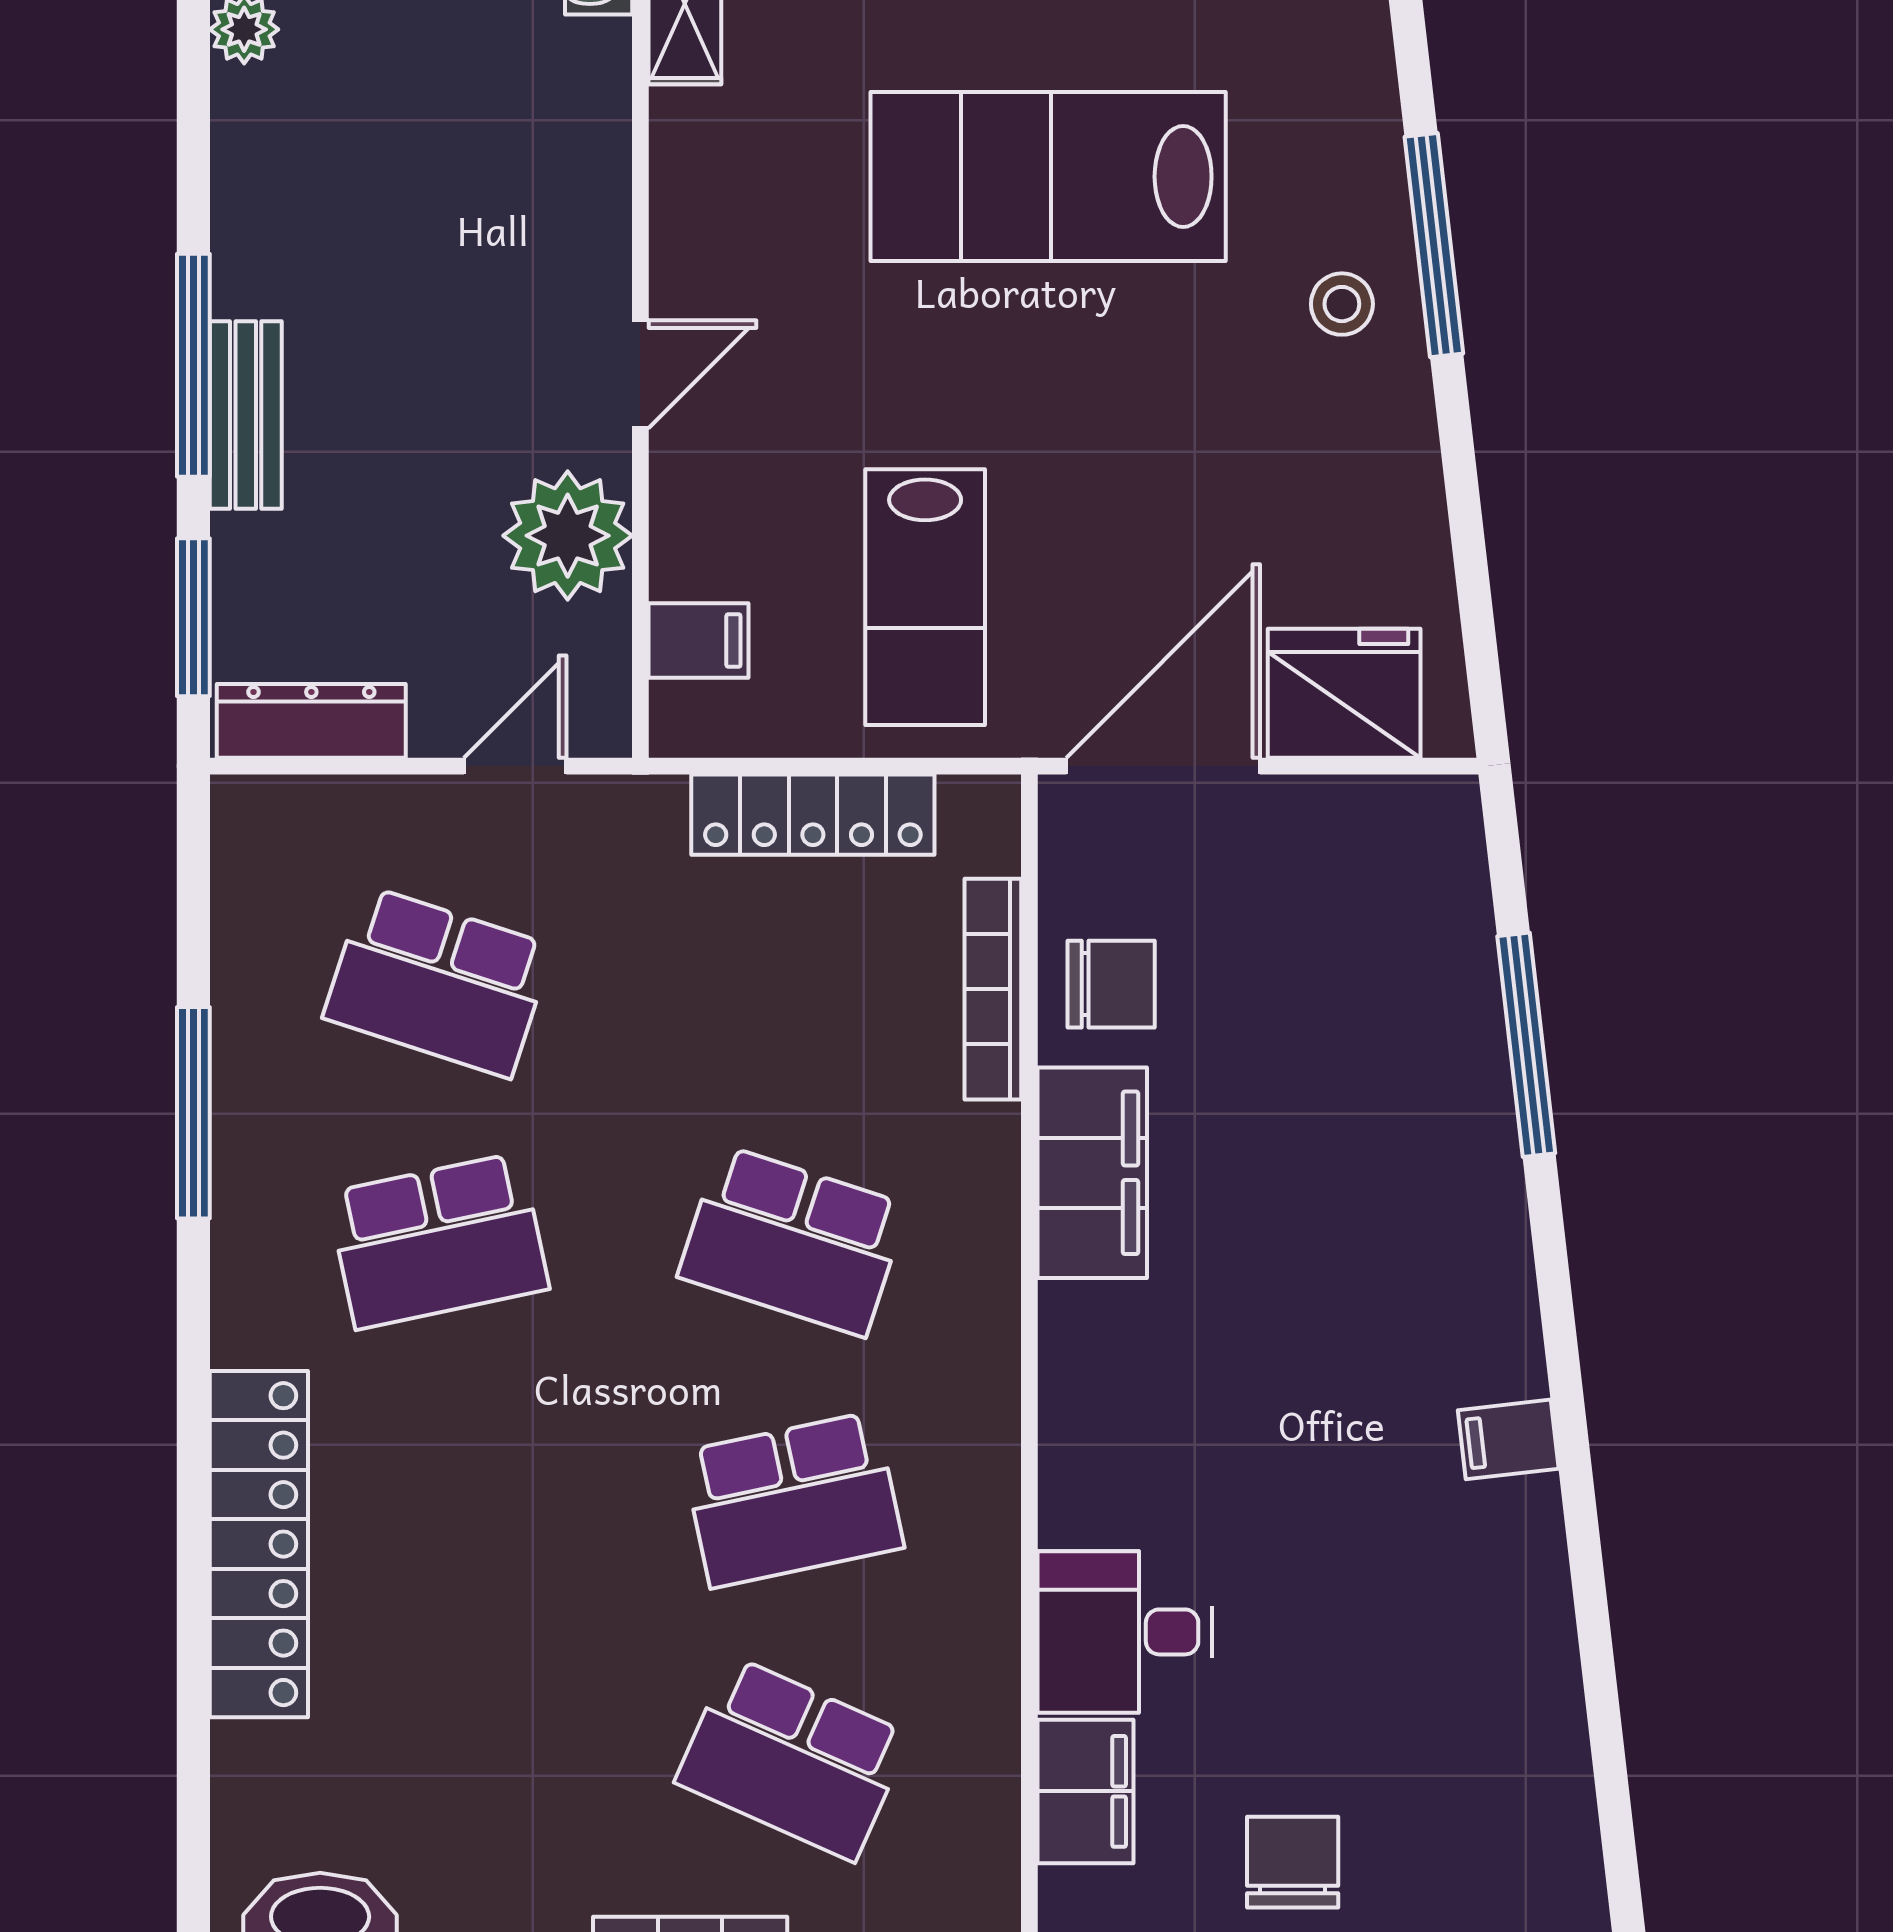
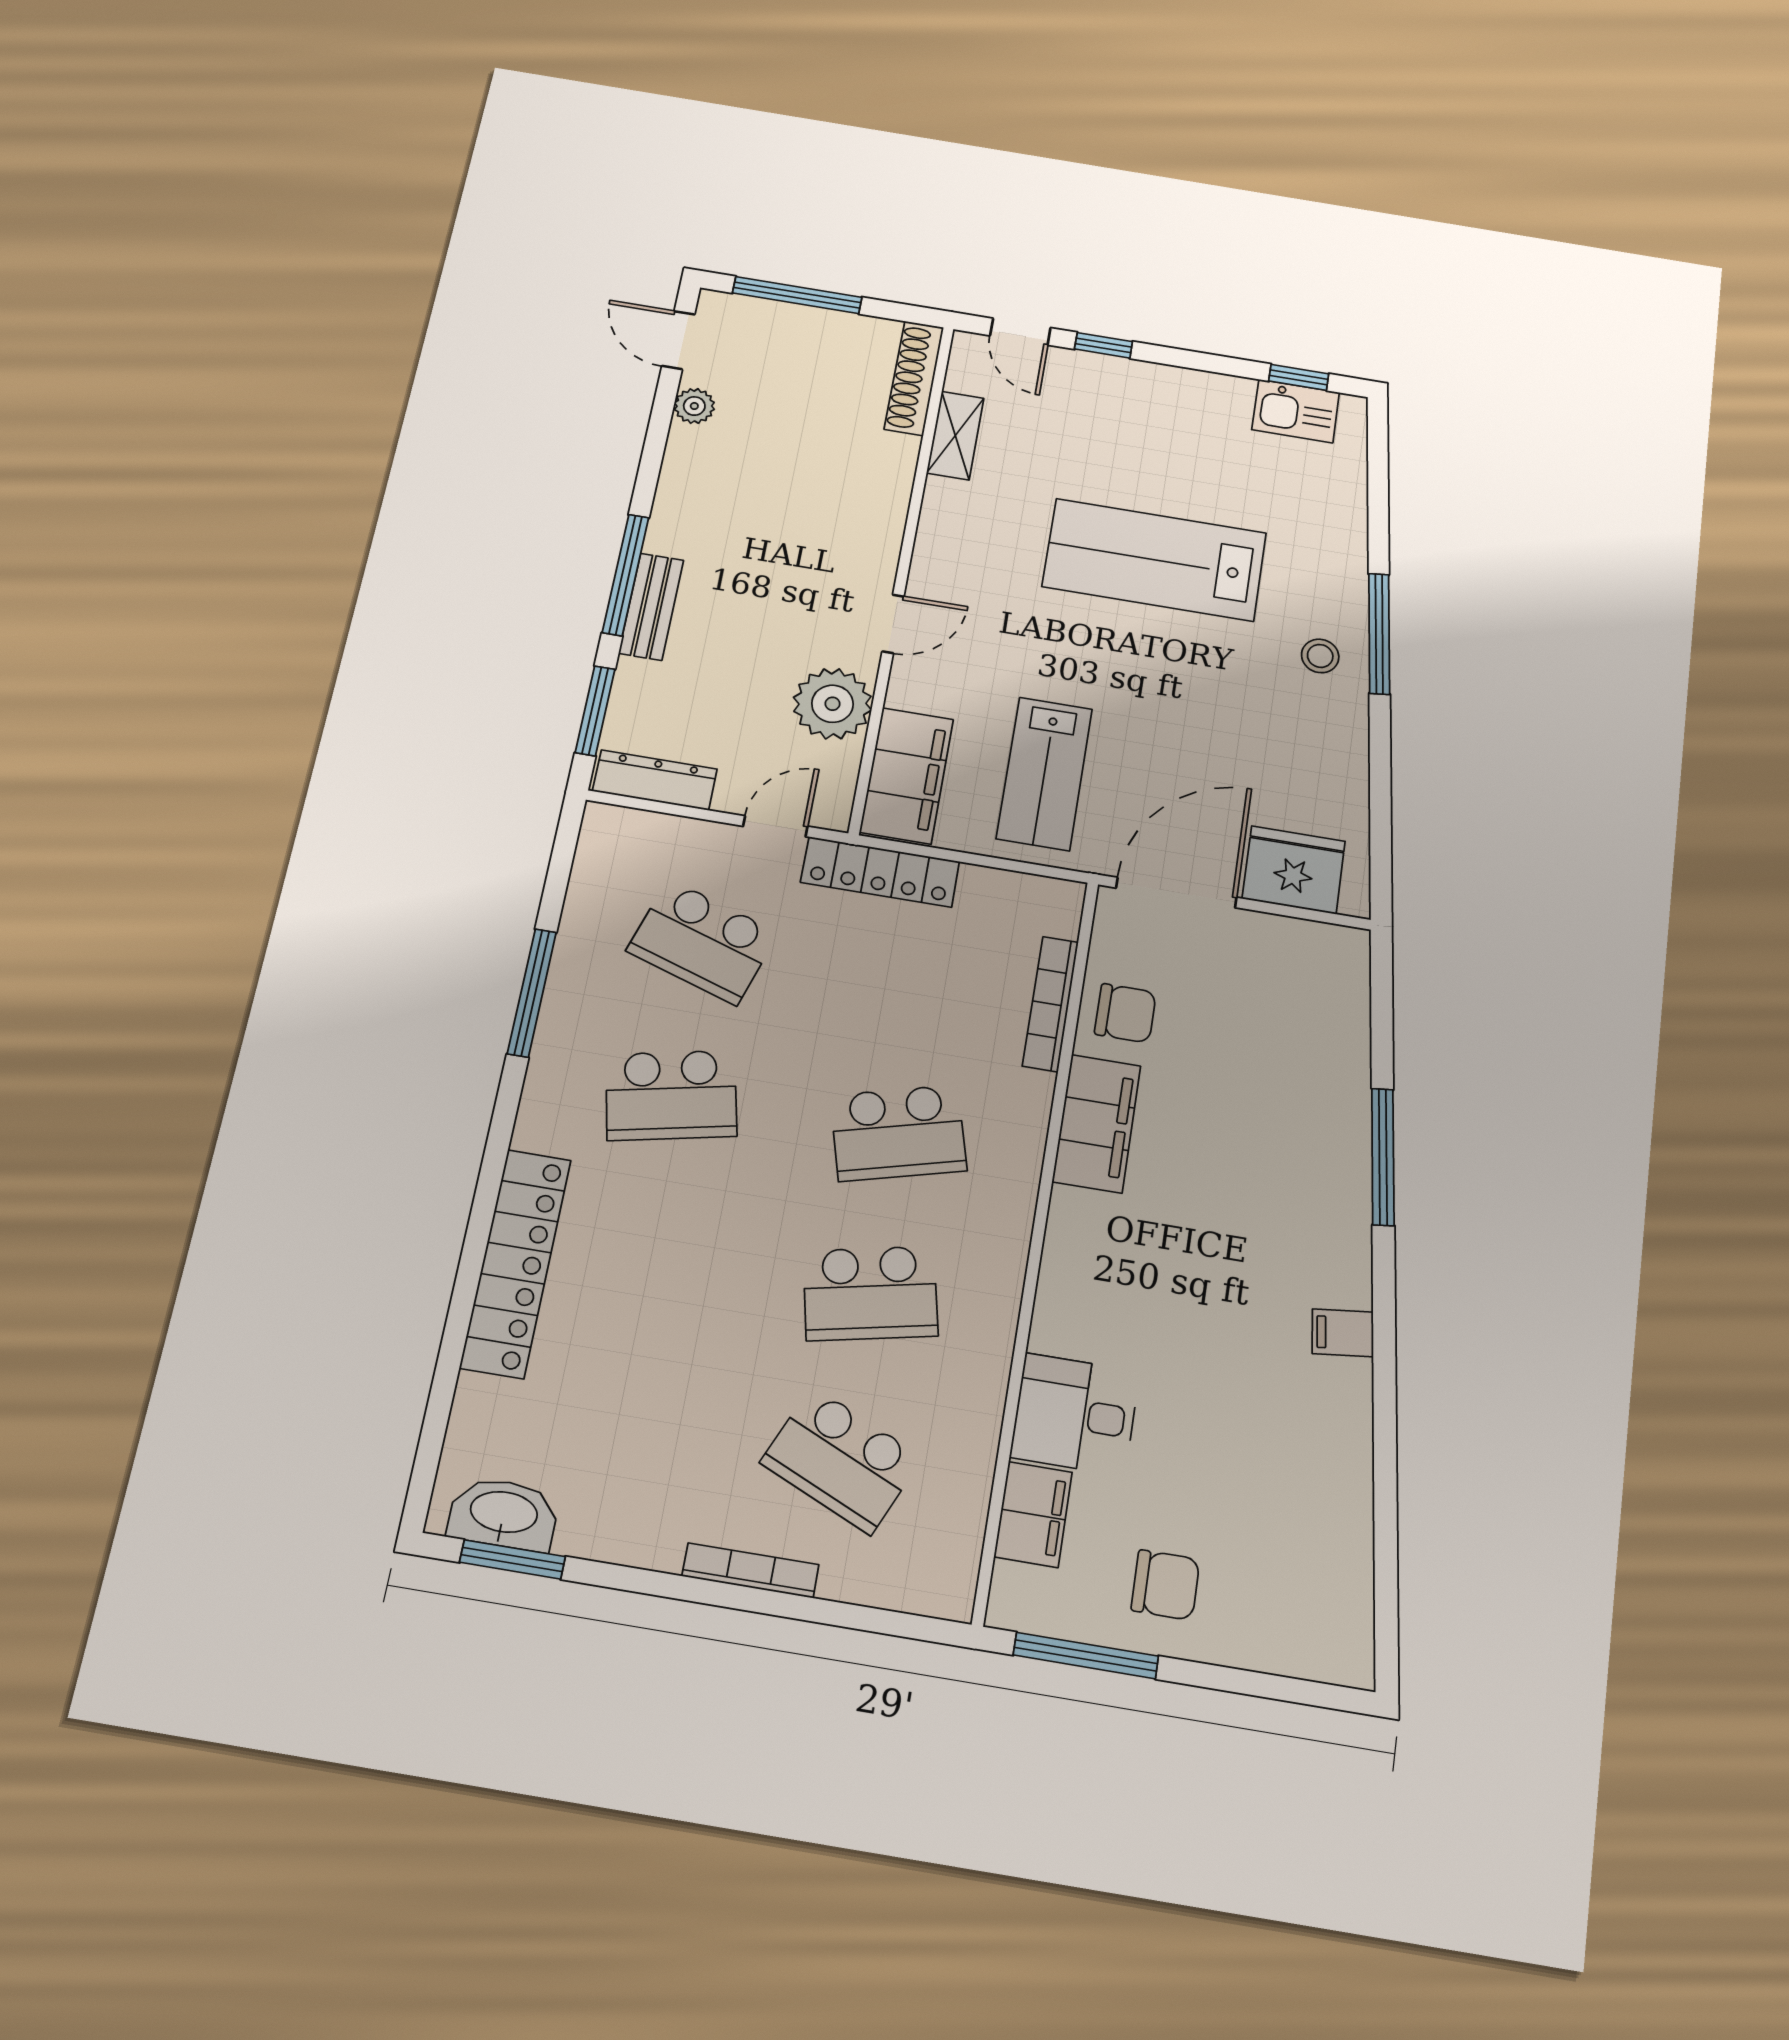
filing cabinet: (698, 641) -> (907, 776), width x3.00, depth x1.17
locker: (813, 815) -> (880, 872), moved
window: (1526, 1045) -> (1383, 1157), moved
school desk: (793, 1241) -> (898, 1133), turned -33
chair: (1293, 1862) -> (1165, 1585), turned 90

